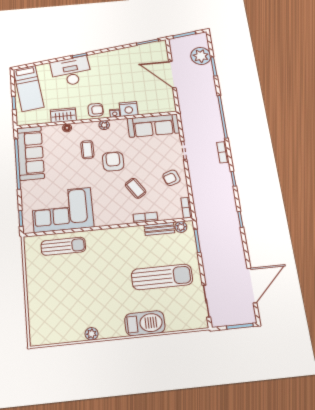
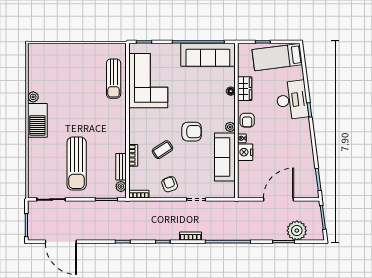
sofa: (153, 126) -> (225, 157), moved
coffee table: (87, 150) -> (206, 109), removed
barbecue: (145, 323) -> (37, 120), moved

